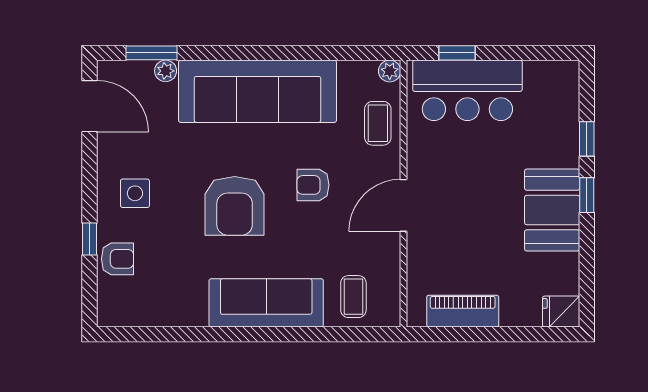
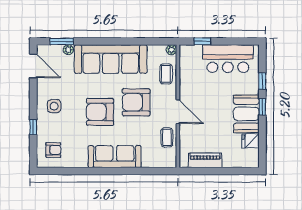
bar counter: (467, 90) -> (228, 59), moved
armchair: (313, 185) -> (136, 102), width x1.88, depth x1.88
door: (403, 205) -> (178, 112), swing flipped
armchair: (235, 206) -> (100, 112), turned 90
armchair: (117, 259) -> (53, 150), moved
coffee table: (353, 297) -> (167, 137), moved
fridge: (561, 312) -> (250, 141), moved

